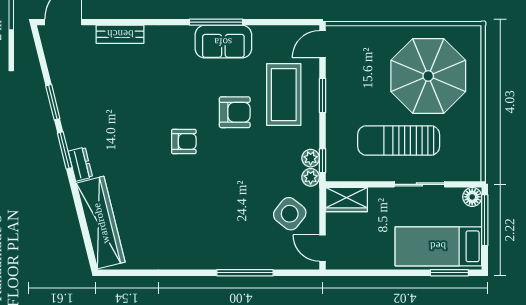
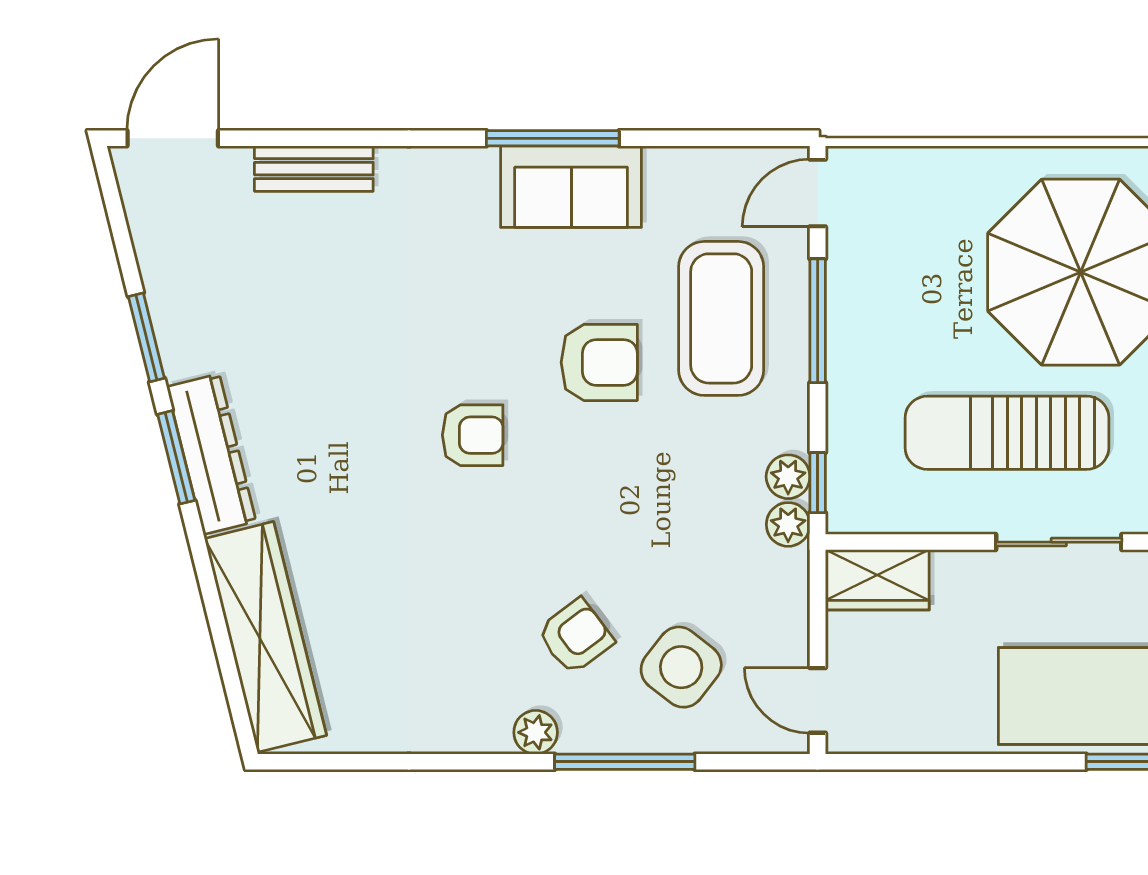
window: (322, 96) -> (818, 321), width x1.44
dresser: (80, 164) -> (211, 454), width x1.96, depth x1.24
side table: (290, 214) -> (681, 667), moved
armchair: (225, 222) -> (575, 636), added
plant: (209, 261) -> (536, 732), added

